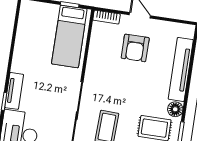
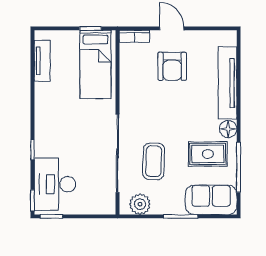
tv unit: (14, 91) -> (42, 61), moved

